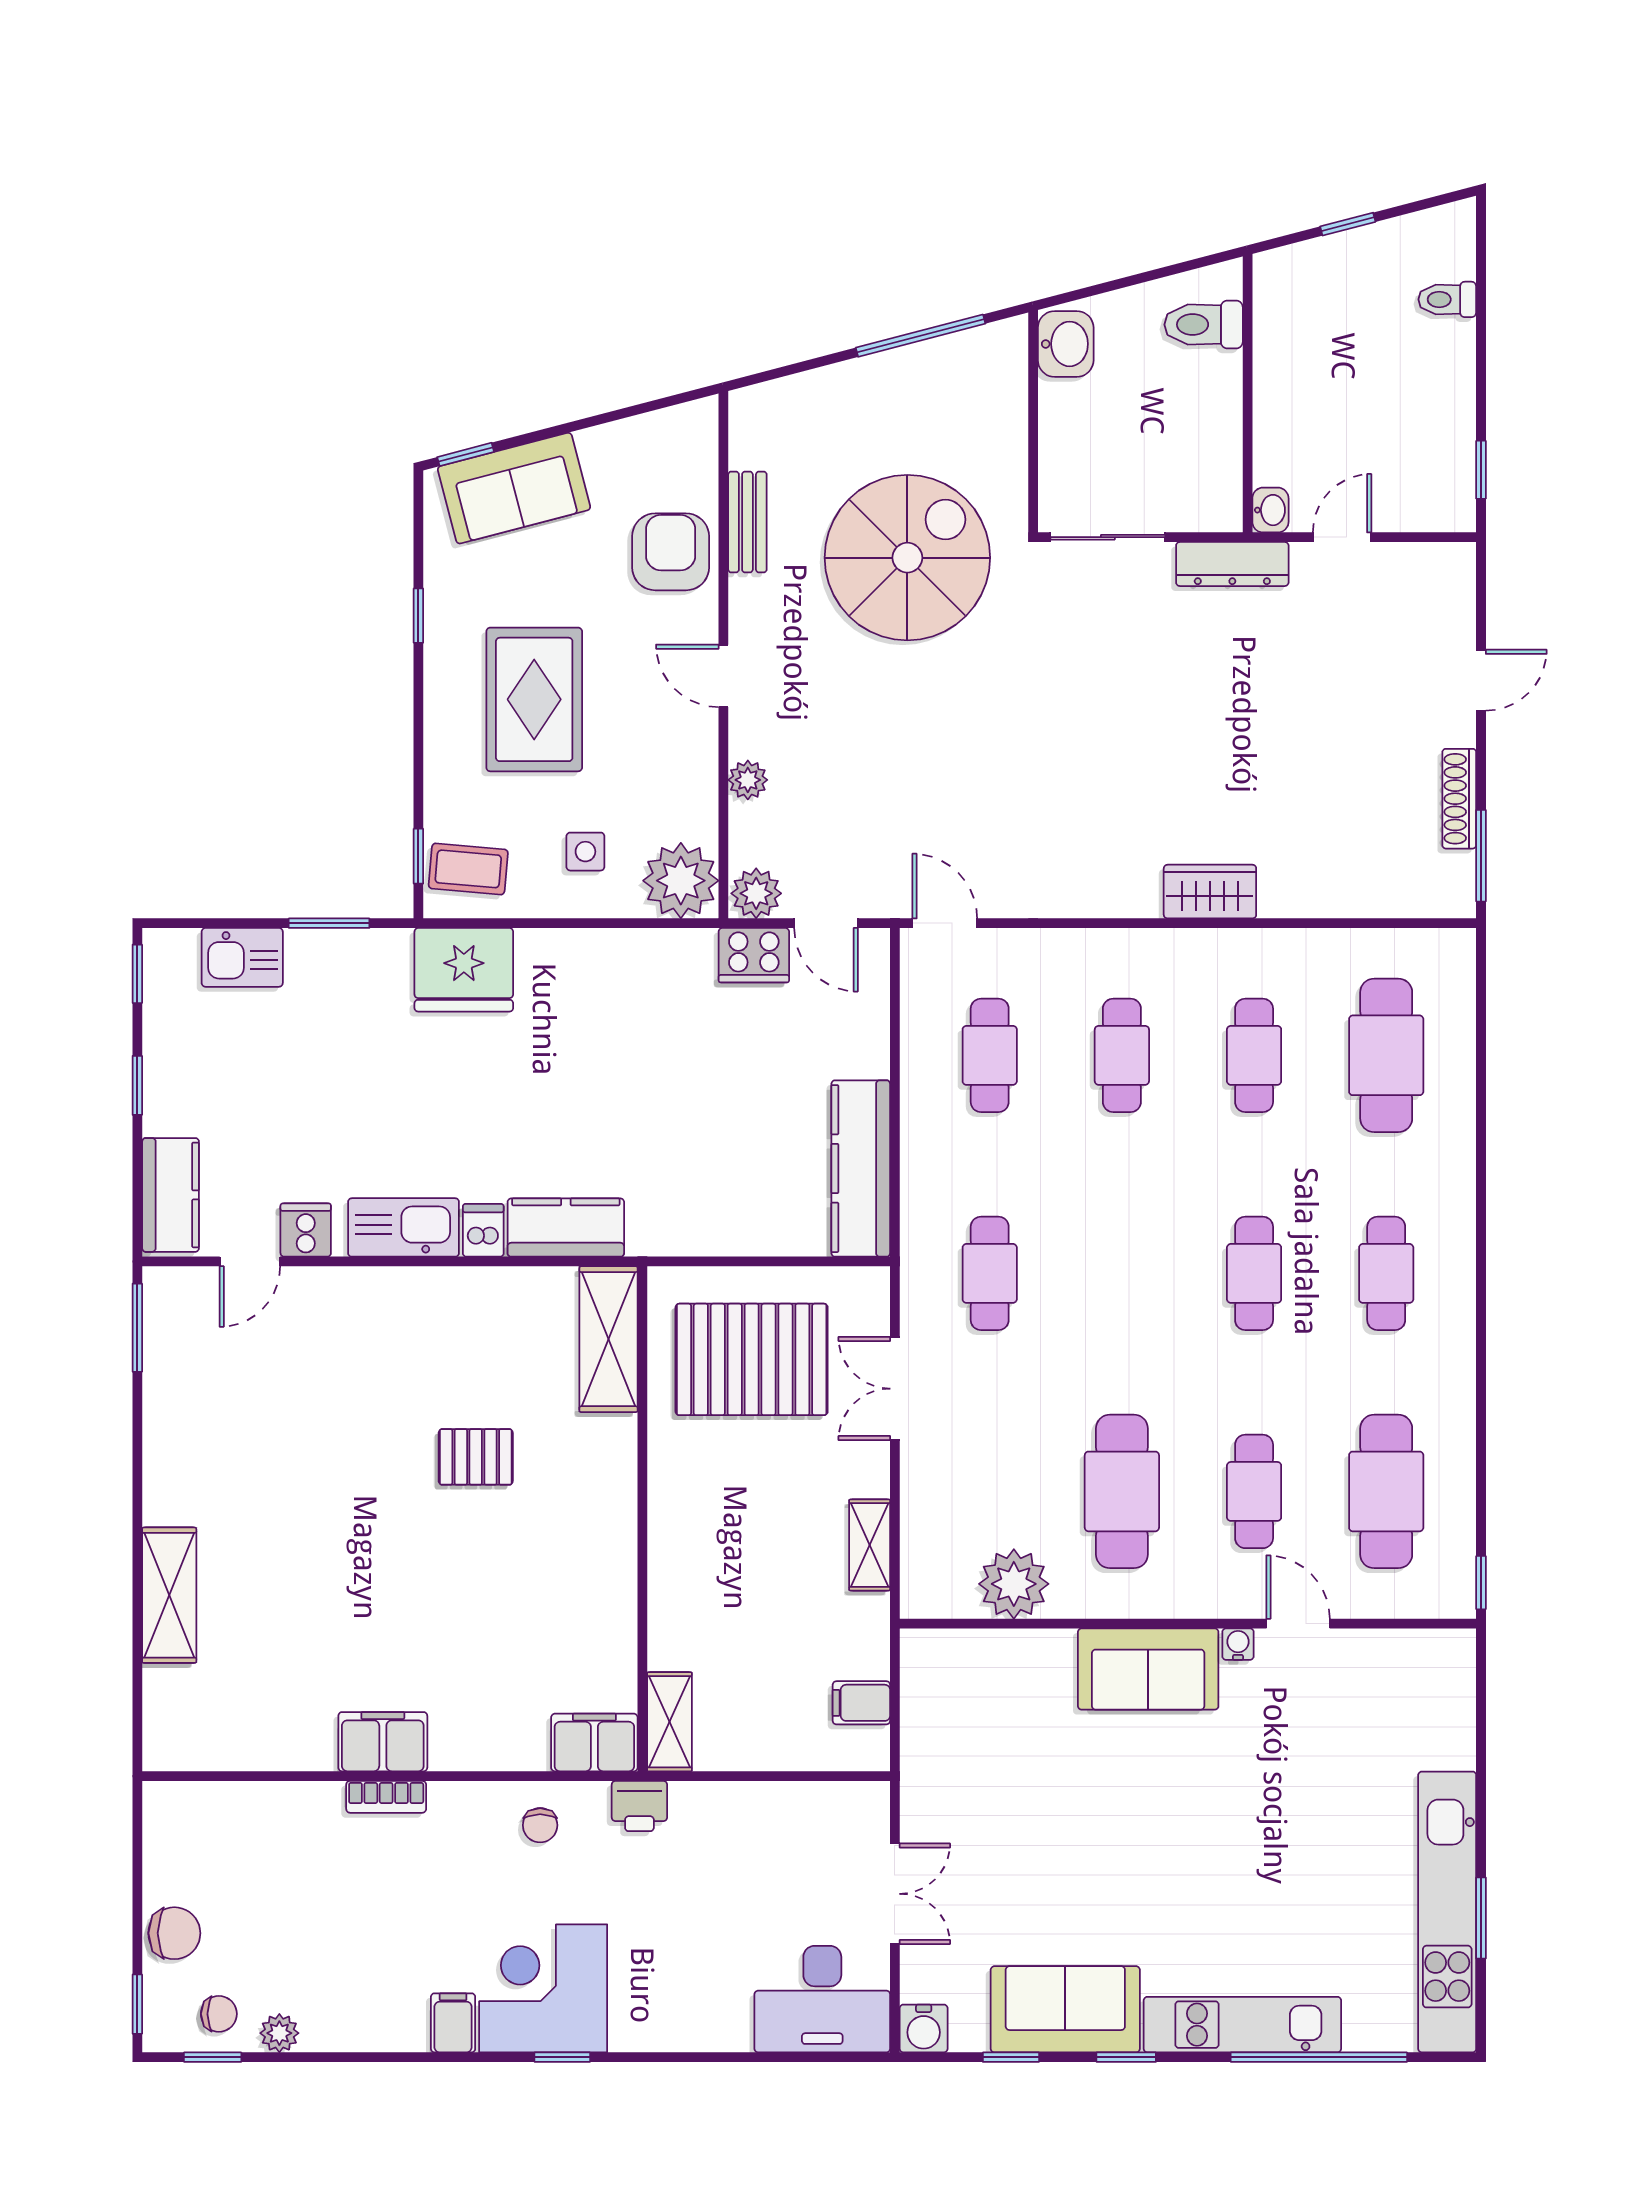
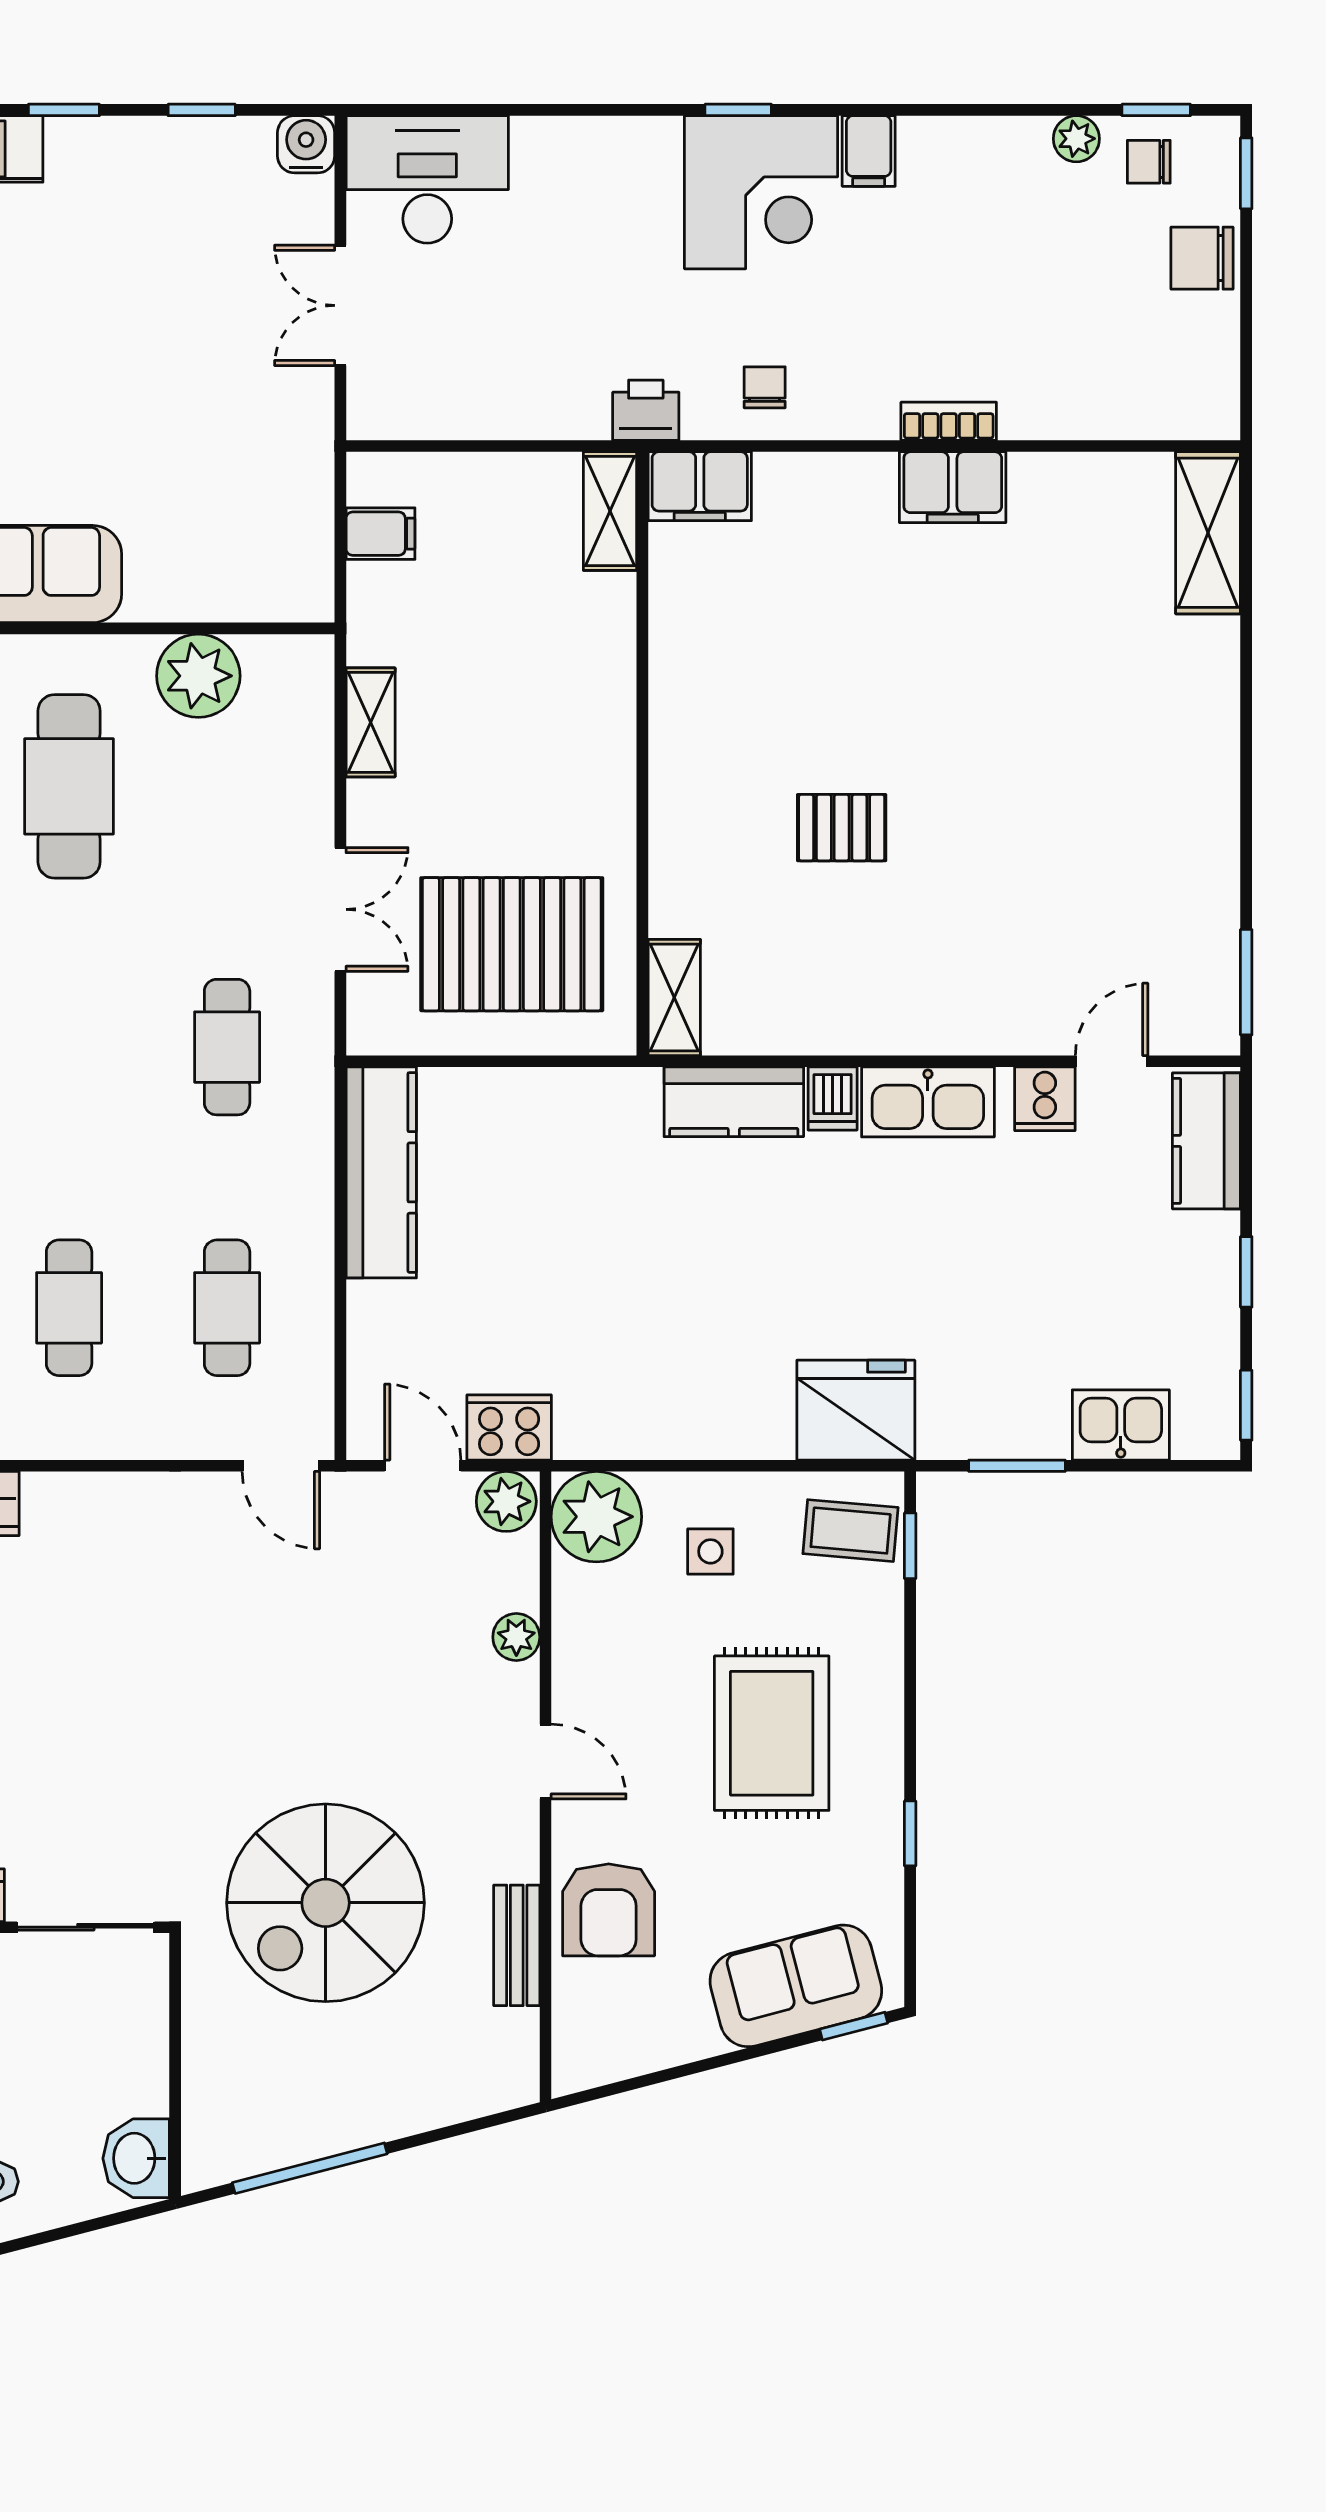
shelving: (608, 1339) -> (674, 997), width x0.67, depth x0.75
shelving: (169, 1595) -> (1208, 533), moved
sofa: (1065, 2009) -> (137, 167), removed

